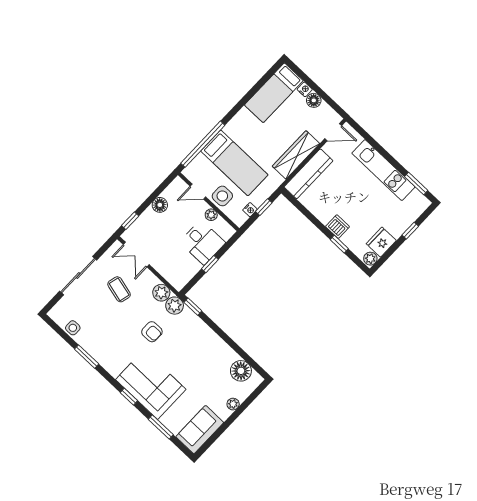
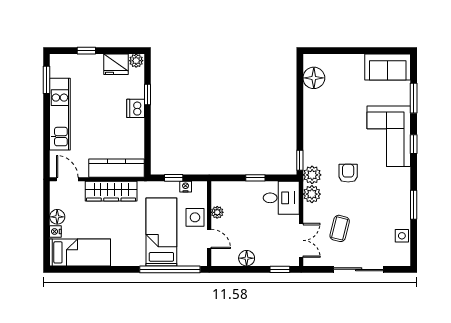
desk: (202, 242) -> (281, 198), moved, turned 90
plant: (233, 404) -> (345, 60), removed

